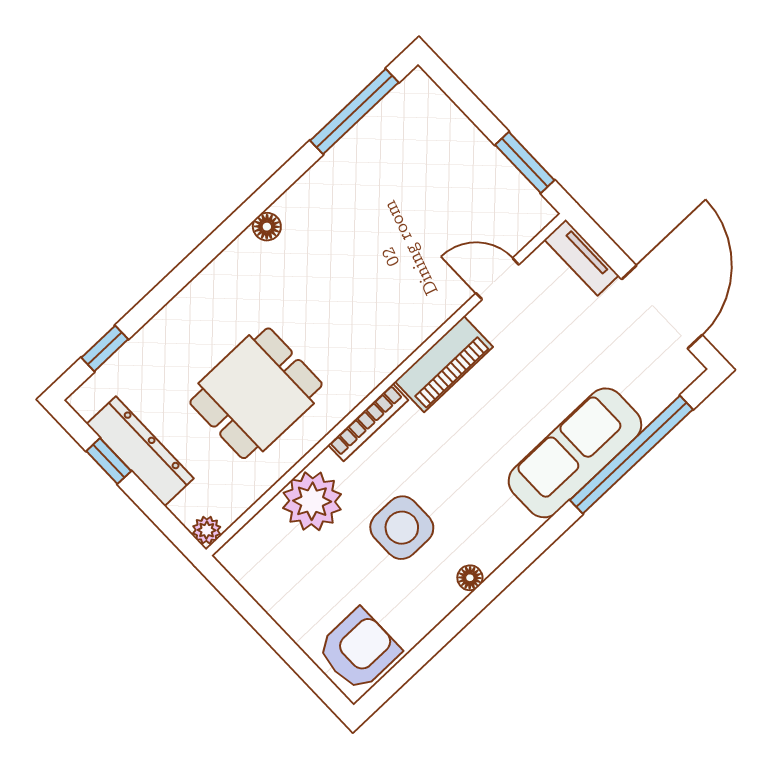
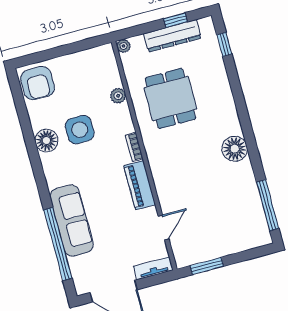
floor lamp: (267, 227) -> (235, 149), width x1.89, depth x1.89
bookcase: (368, 422) -> (134, 147), width x0.64
plant: (312, 501) -> (118, 96), width x0.53, depth x0.53
floor lamp: (470, 578) -> (46, 140), width x1.89, depth x1.89

